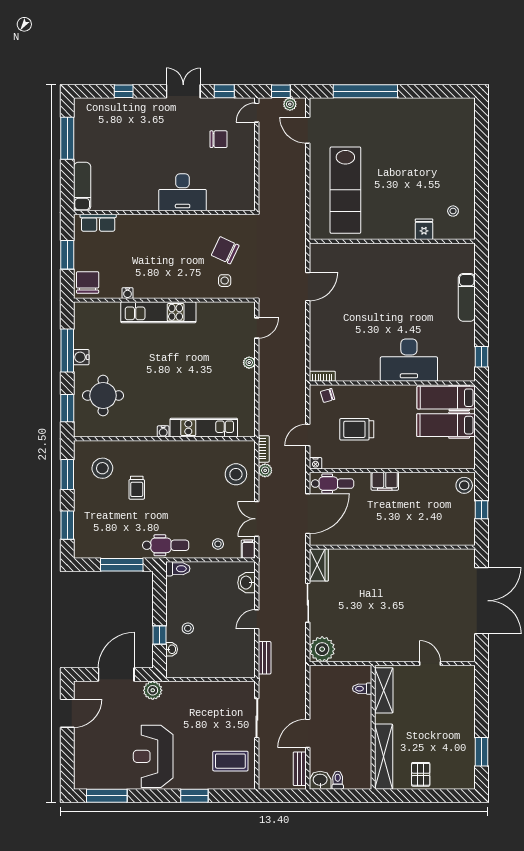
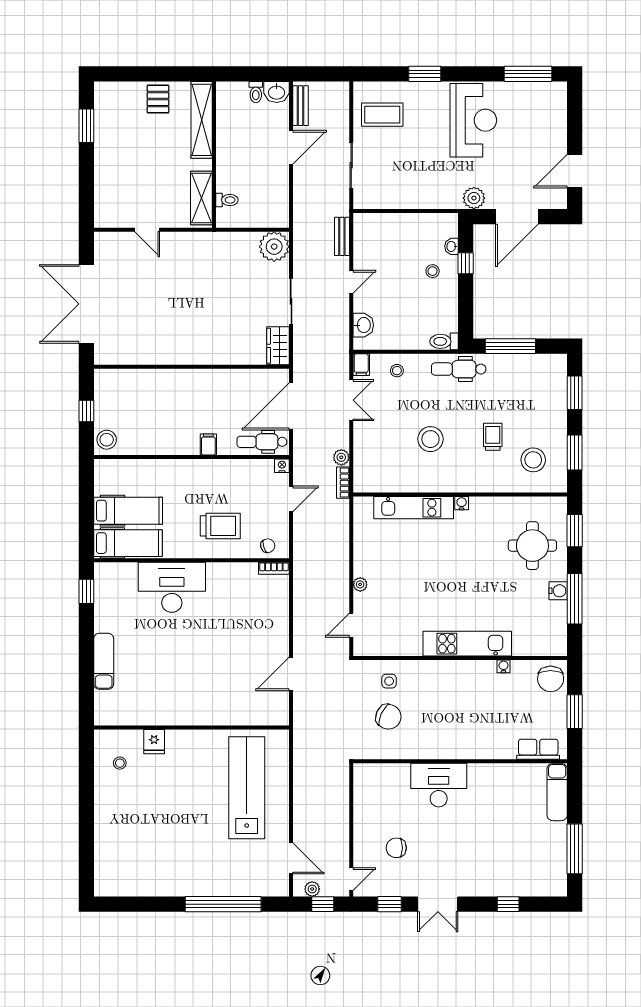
trolley: (357, 429) -> (220, 526), moved
stool: (236, 474) -> (430, 439), moved
filing cabinet: (385, 481) -> (208, 444), width x0.50

